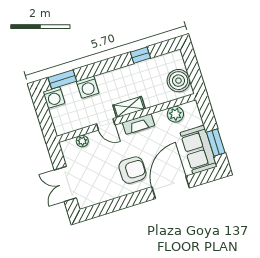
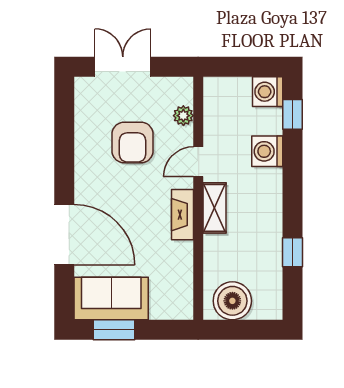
window: (62, 79) -> (293, 114), width x0.67
plant: (175, 114) -> (180, 279), removed
armchair: (132, 170) -> (133, 142), moved

